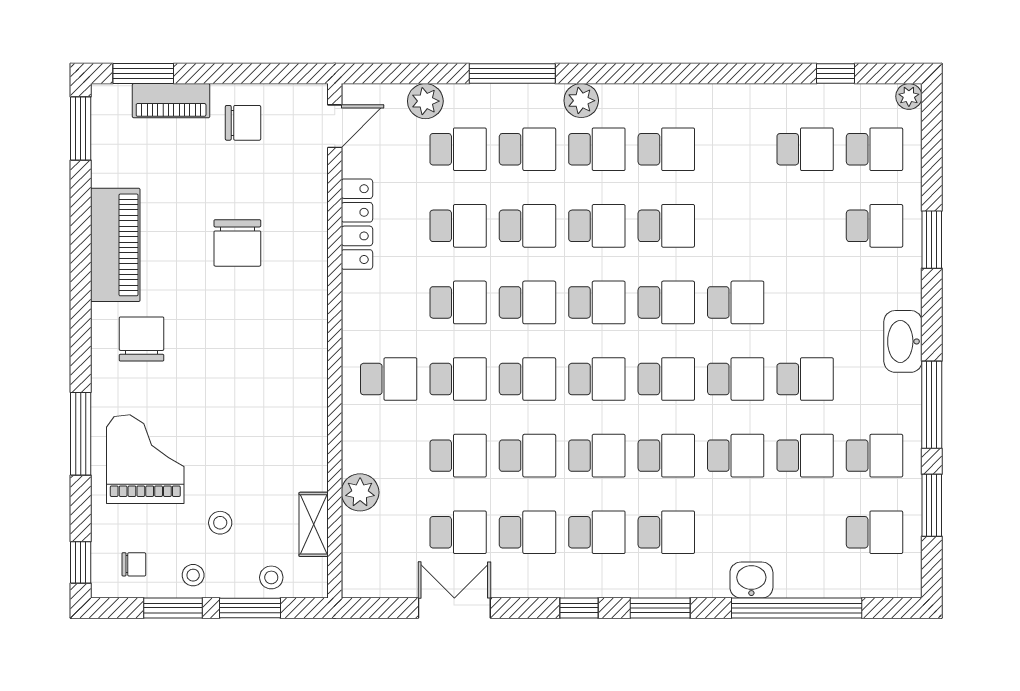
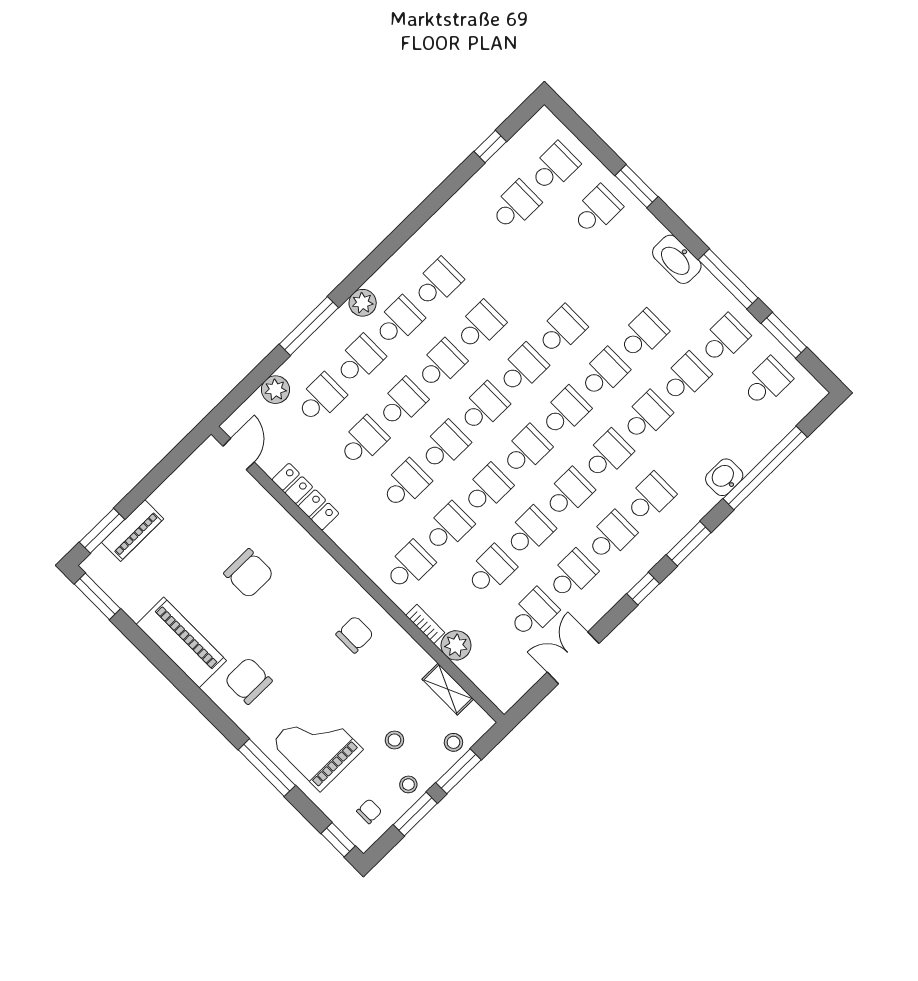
plant: (909, 96) -> (544, 119), removed
chair: (243, 123) -> (355, 634), moved
bookcase: (351, 446) -> (425, 624), added

